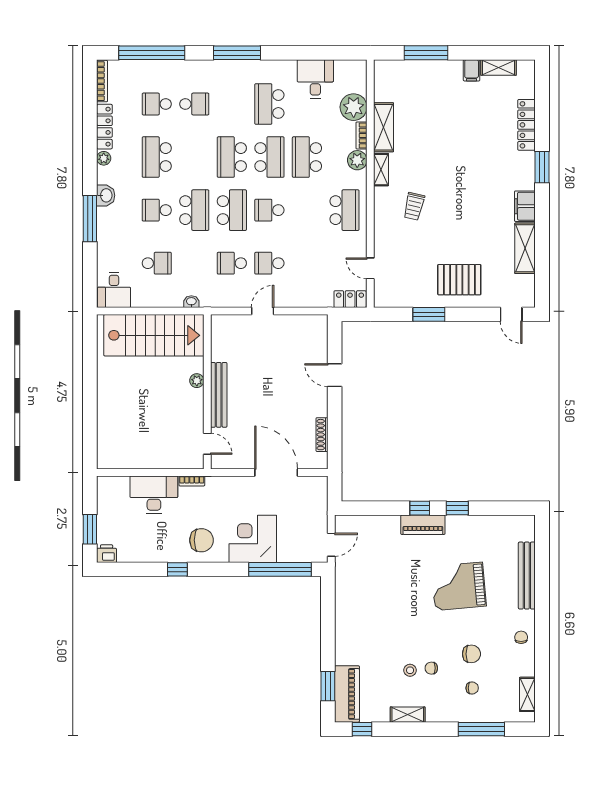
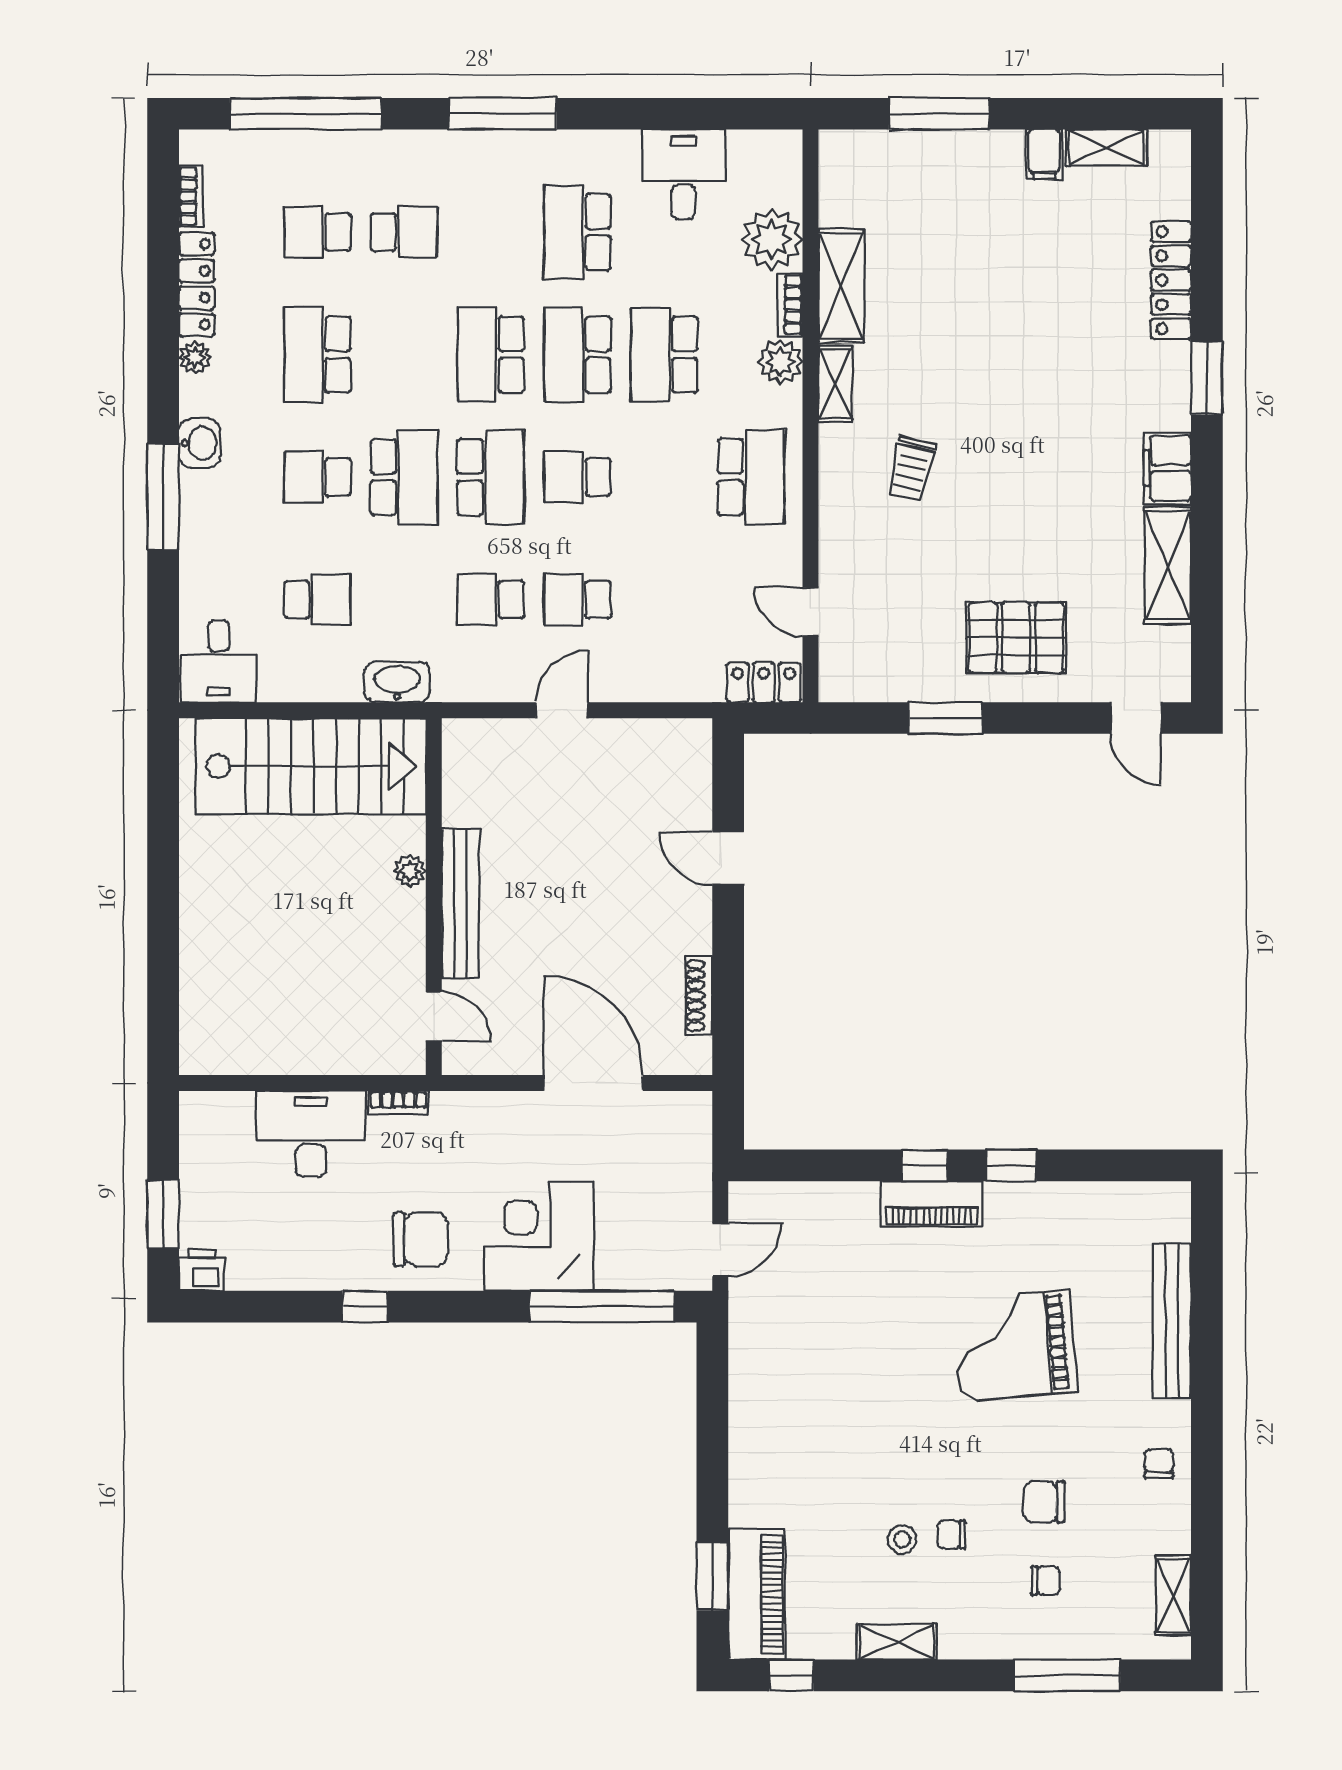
bookcase: (102, 81) -> (191, 196), width x0.64
school desk: (269, 157) -> (577, 355), turned 180
washbasin: (191, 302) -> (397, 682), width x1.91, depth x1.45
chair: (471, 654) -> (1044, 1502), turned 180

